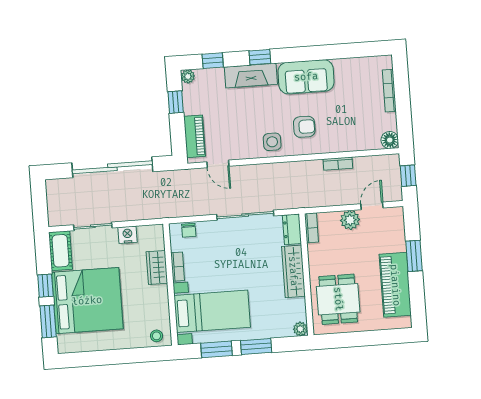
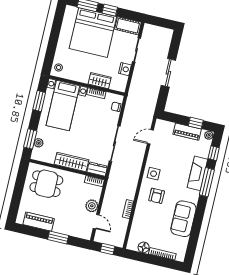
window: (260, 57) -> (207, 182), width x2.17
sofa: (306, 77) -> (183, 219), moved
piano: (195, 136) -> (187, 132), moved
floor lamp: (390, 140) -> (144, 247), moved
sliding door: (112, 167) -> (168, 73), width x0.54
piano: (395, 285) -> (39, 222), width x0.73, depth x0.75
plant: (300, 329) -> (39, 143), moved
window: (256, 346) -> (30, 139), moved

